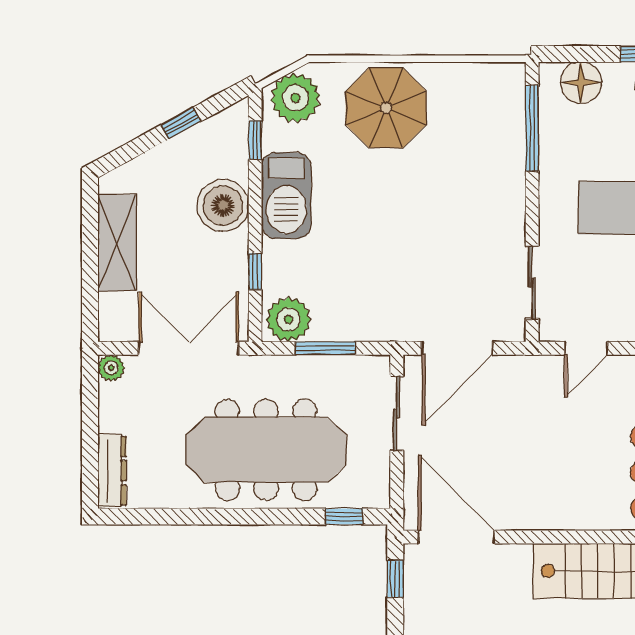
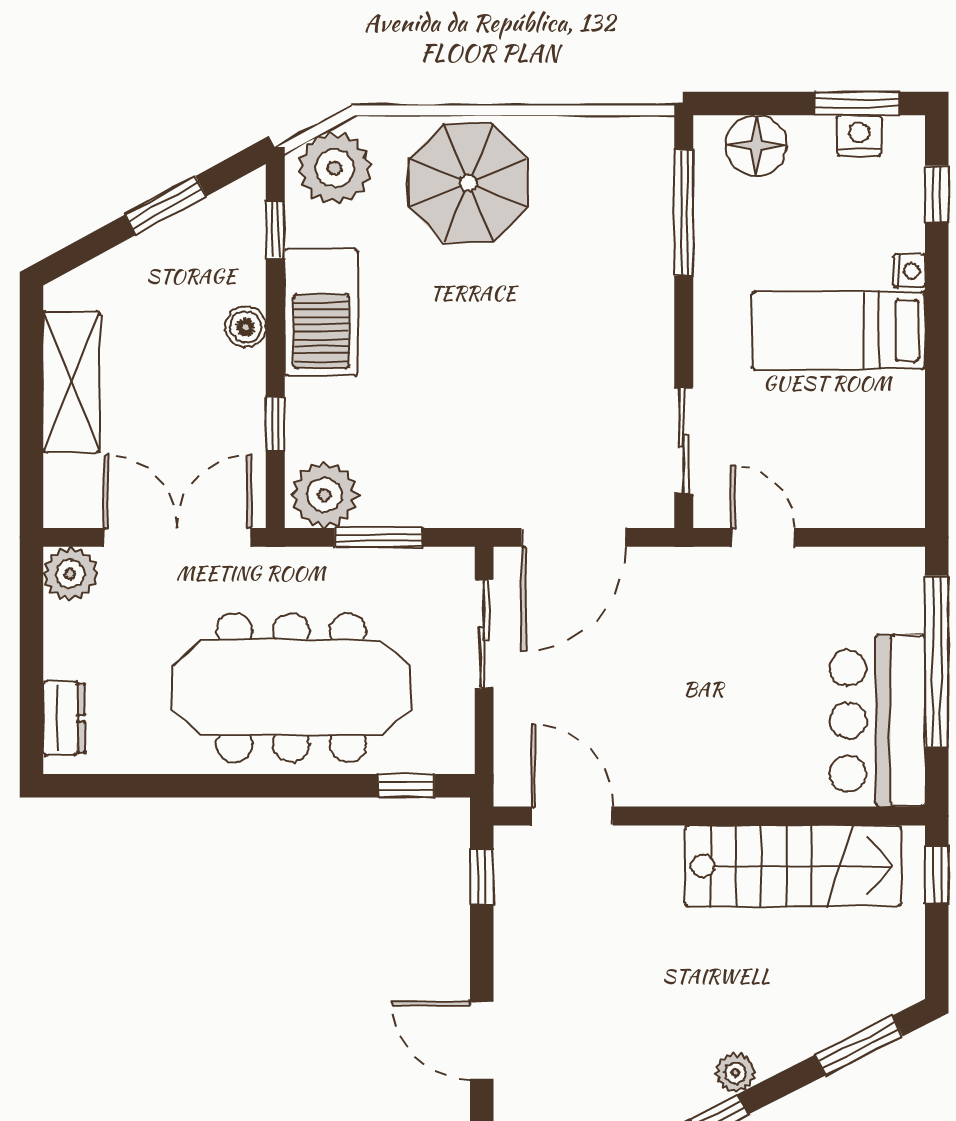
window: (181, 123) -> (166, 205), width x1.50
boiler: (223, 205) -> (245, 327), width x0.54, depth x0.54
door: (586, 348) -> (763, 537), swing flipped
plant: (111, 368) -> (70, 574), width x1.38, depth x1.38
dresser: (112, 471) -> (64, 718), width x0.70
door: (456, 537) -> (572, 816), width x0.73

